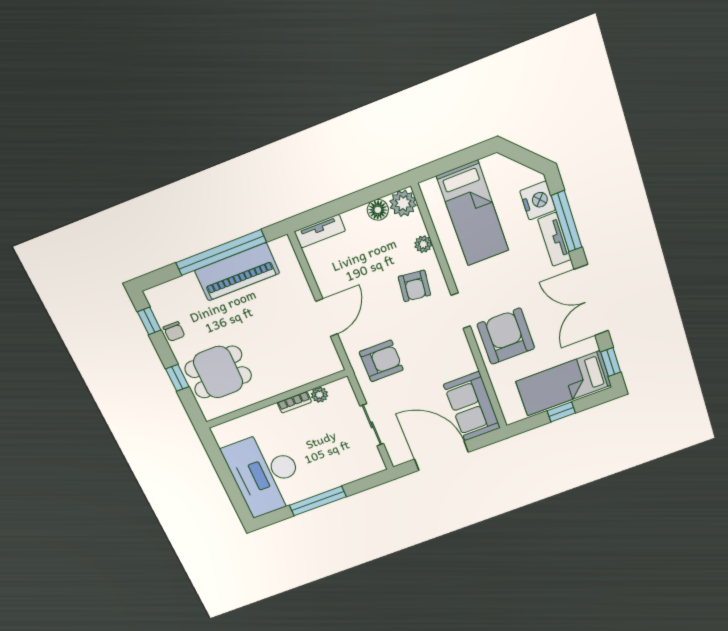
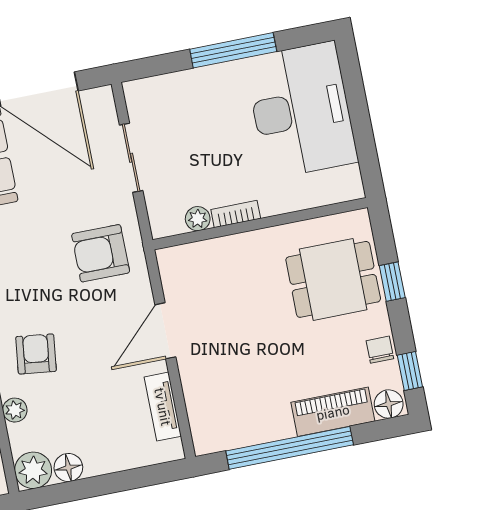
tv unit: (320, 231) -> (163, 407), moved, turned -90
piano: (237, 272) -> (333, 412), moved, width x0.73, depth x0.75
floor lamp: (158, 296) -> (389, 404), added

